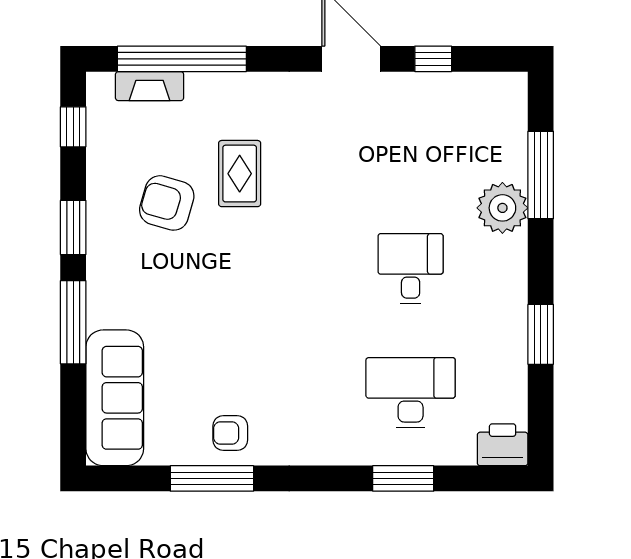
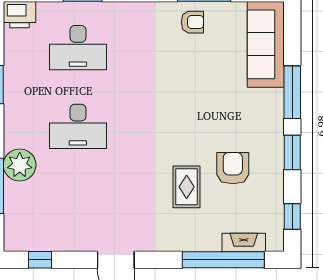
window: (433, 59) -> (40, 260), moved
armchair: (167, 203) -> (233, 168), turned -106
desk: (411, 269) -> (78, 126), width x1.37

